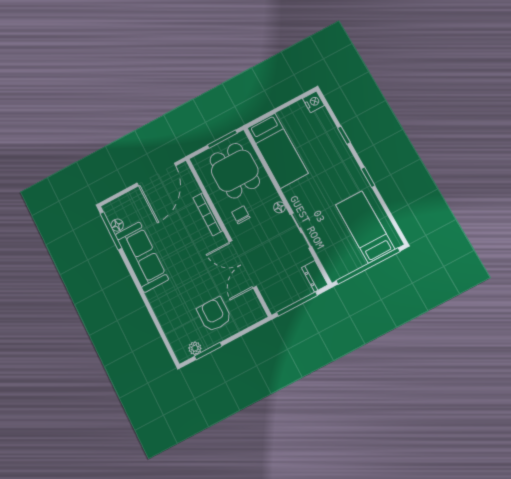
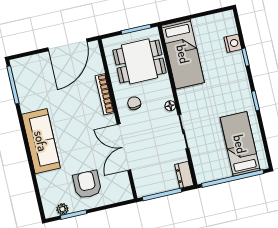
nightstand: (313, 102) -> (233, 43), moved
dining table: (235, 171) -> (139, 61), turned 90
floor lamp: (117, 225) -> (20, 81), removed
sofa: (142, 257) -> (41, 141), moved

